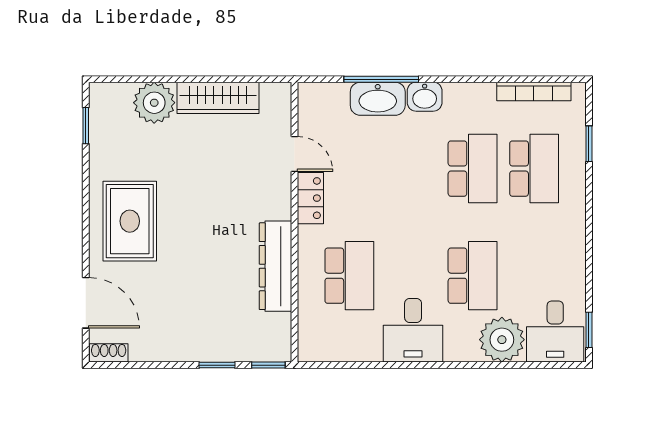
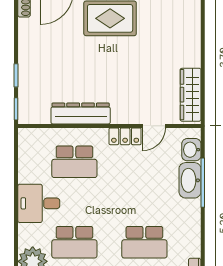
washbasin: (425, 97) -> (191, 150), moved
wardrobe: (218, 98) -> (191, 95), moved
plant: (154, 103) -> (187, 34), removed

